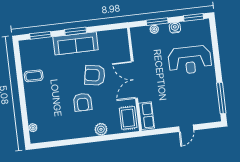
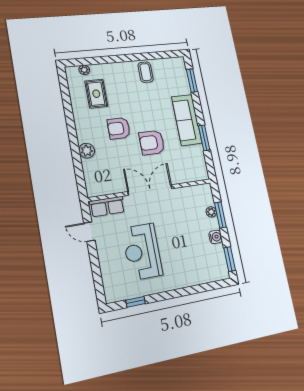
window: (76, 31) -> (204, 138), moved
reception desk: (190, 60) -> (142, 252), moved
armchair: (95, 75) -> (152, 143), turned -100
window: (221, 98) -> (136, 302), width x0.46
rug: (128, 118) -> (96, 94), moved, turned 90
door: (186, 128) -> (89, 232), moved

